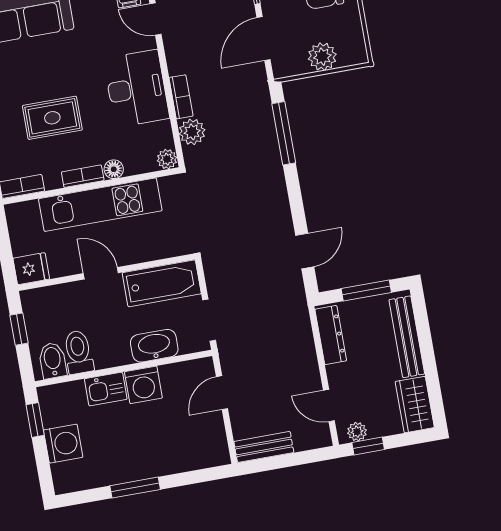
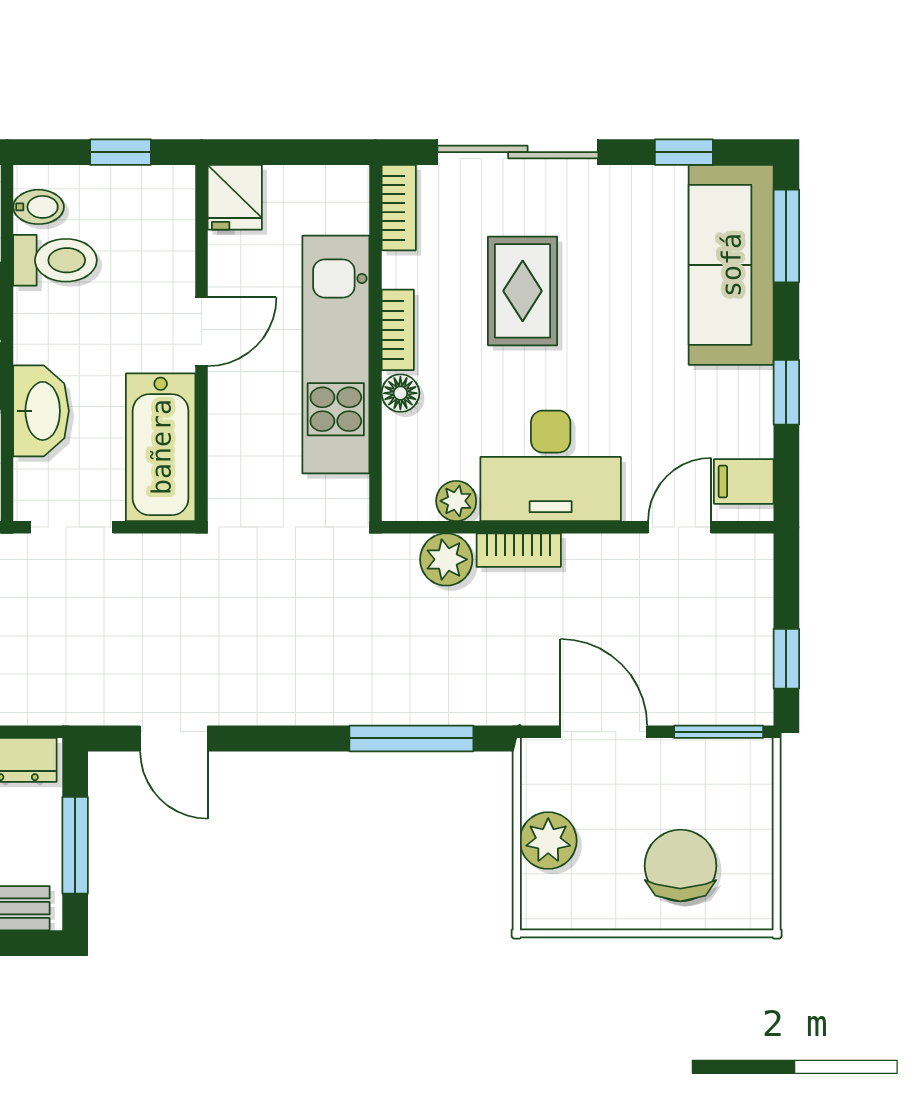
plant: (167, 159) -> (456, 501), moved
bidet: (53, 360) -> (39, 207), width x0.72, depth x0.74

